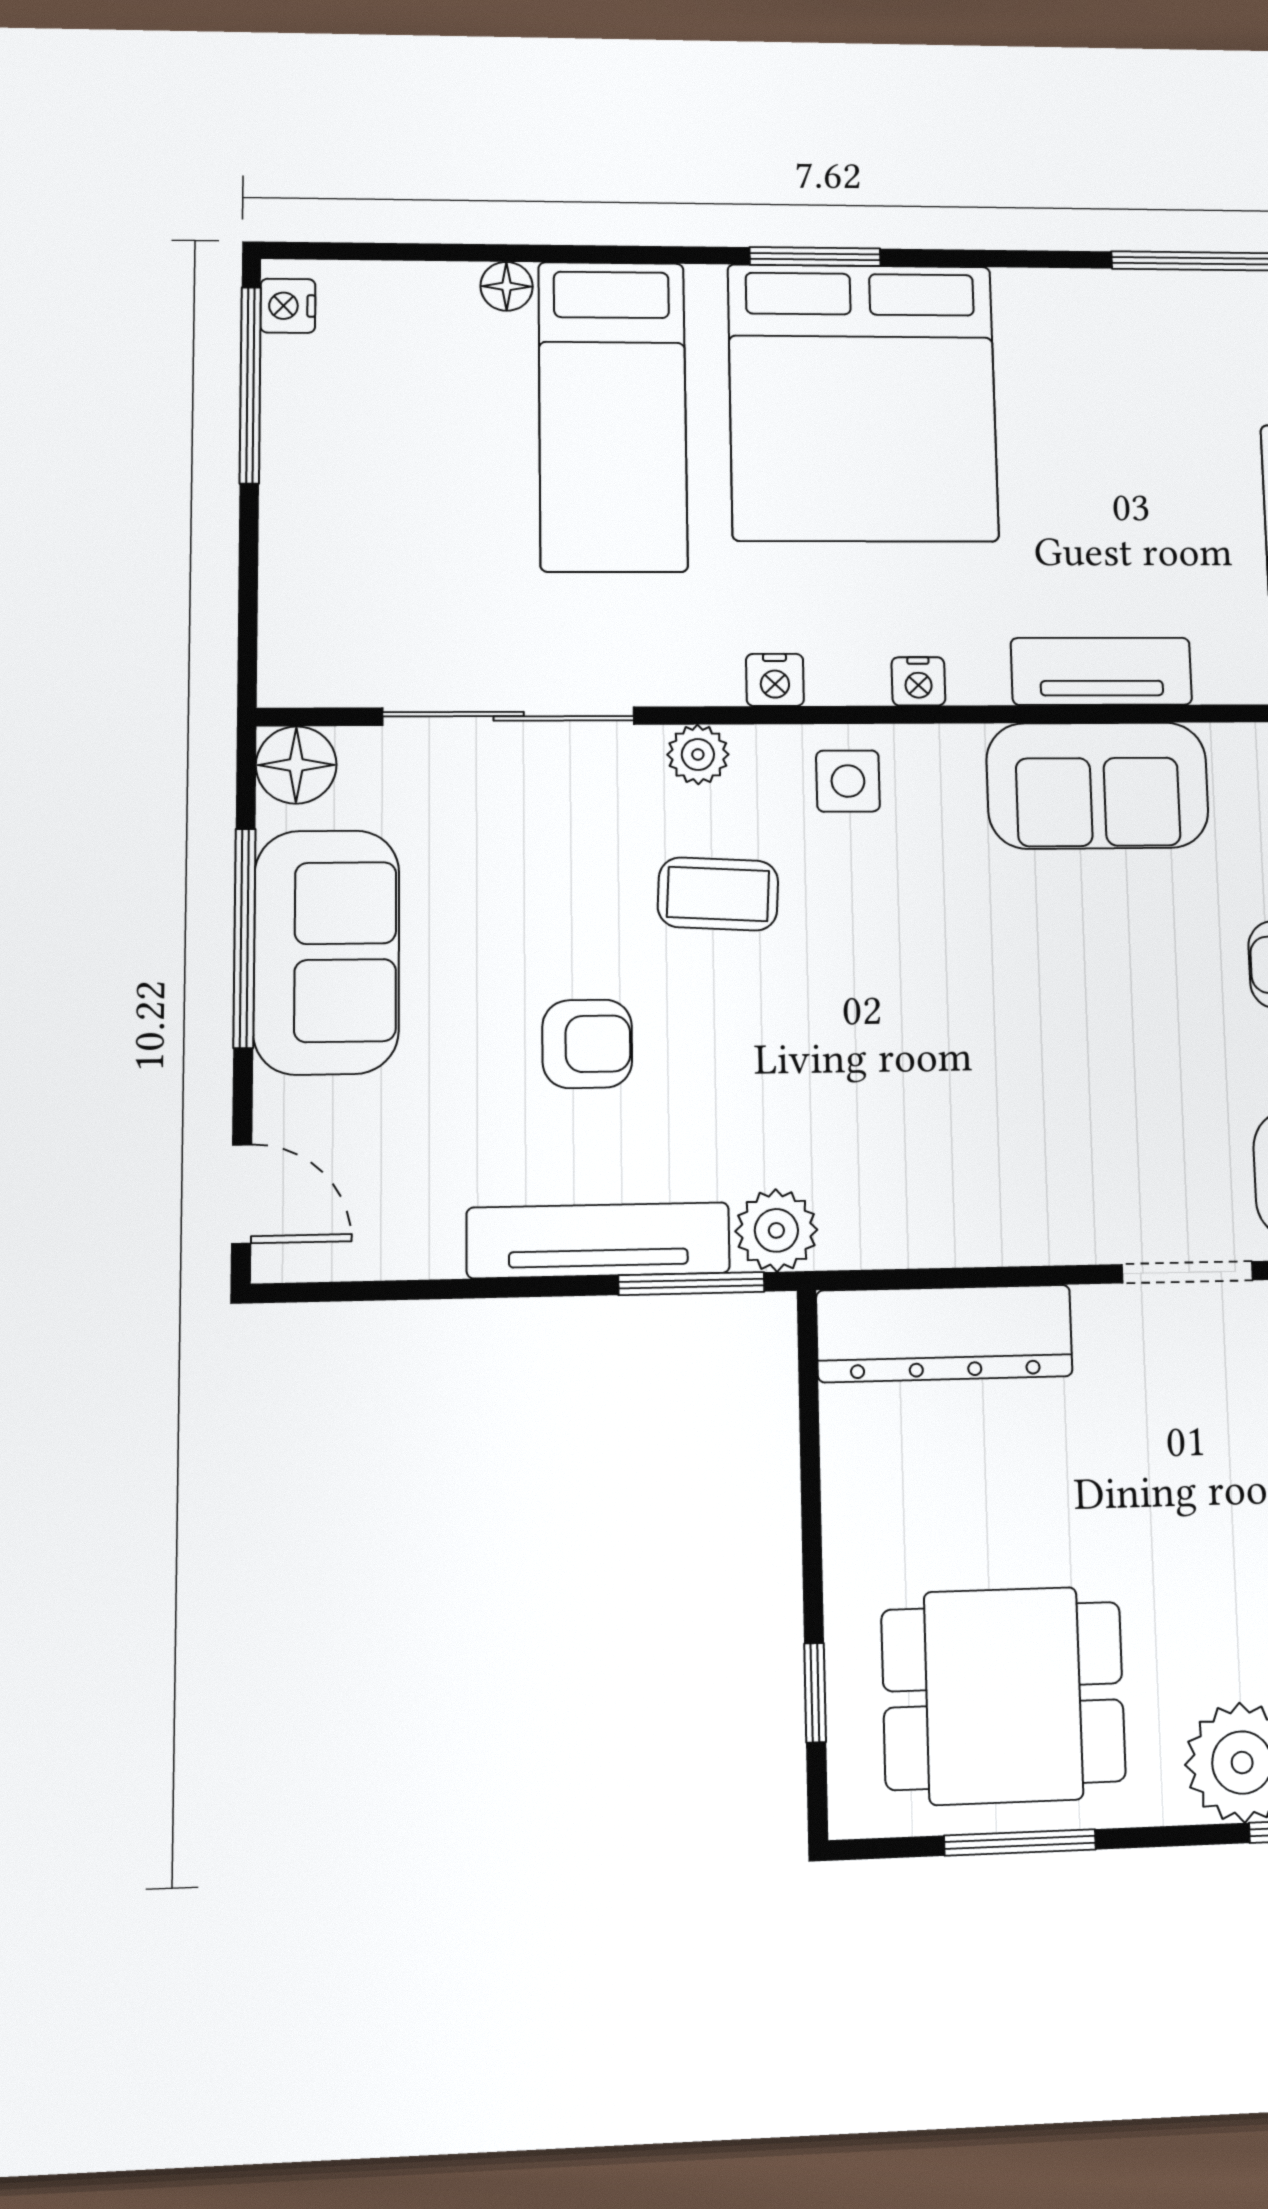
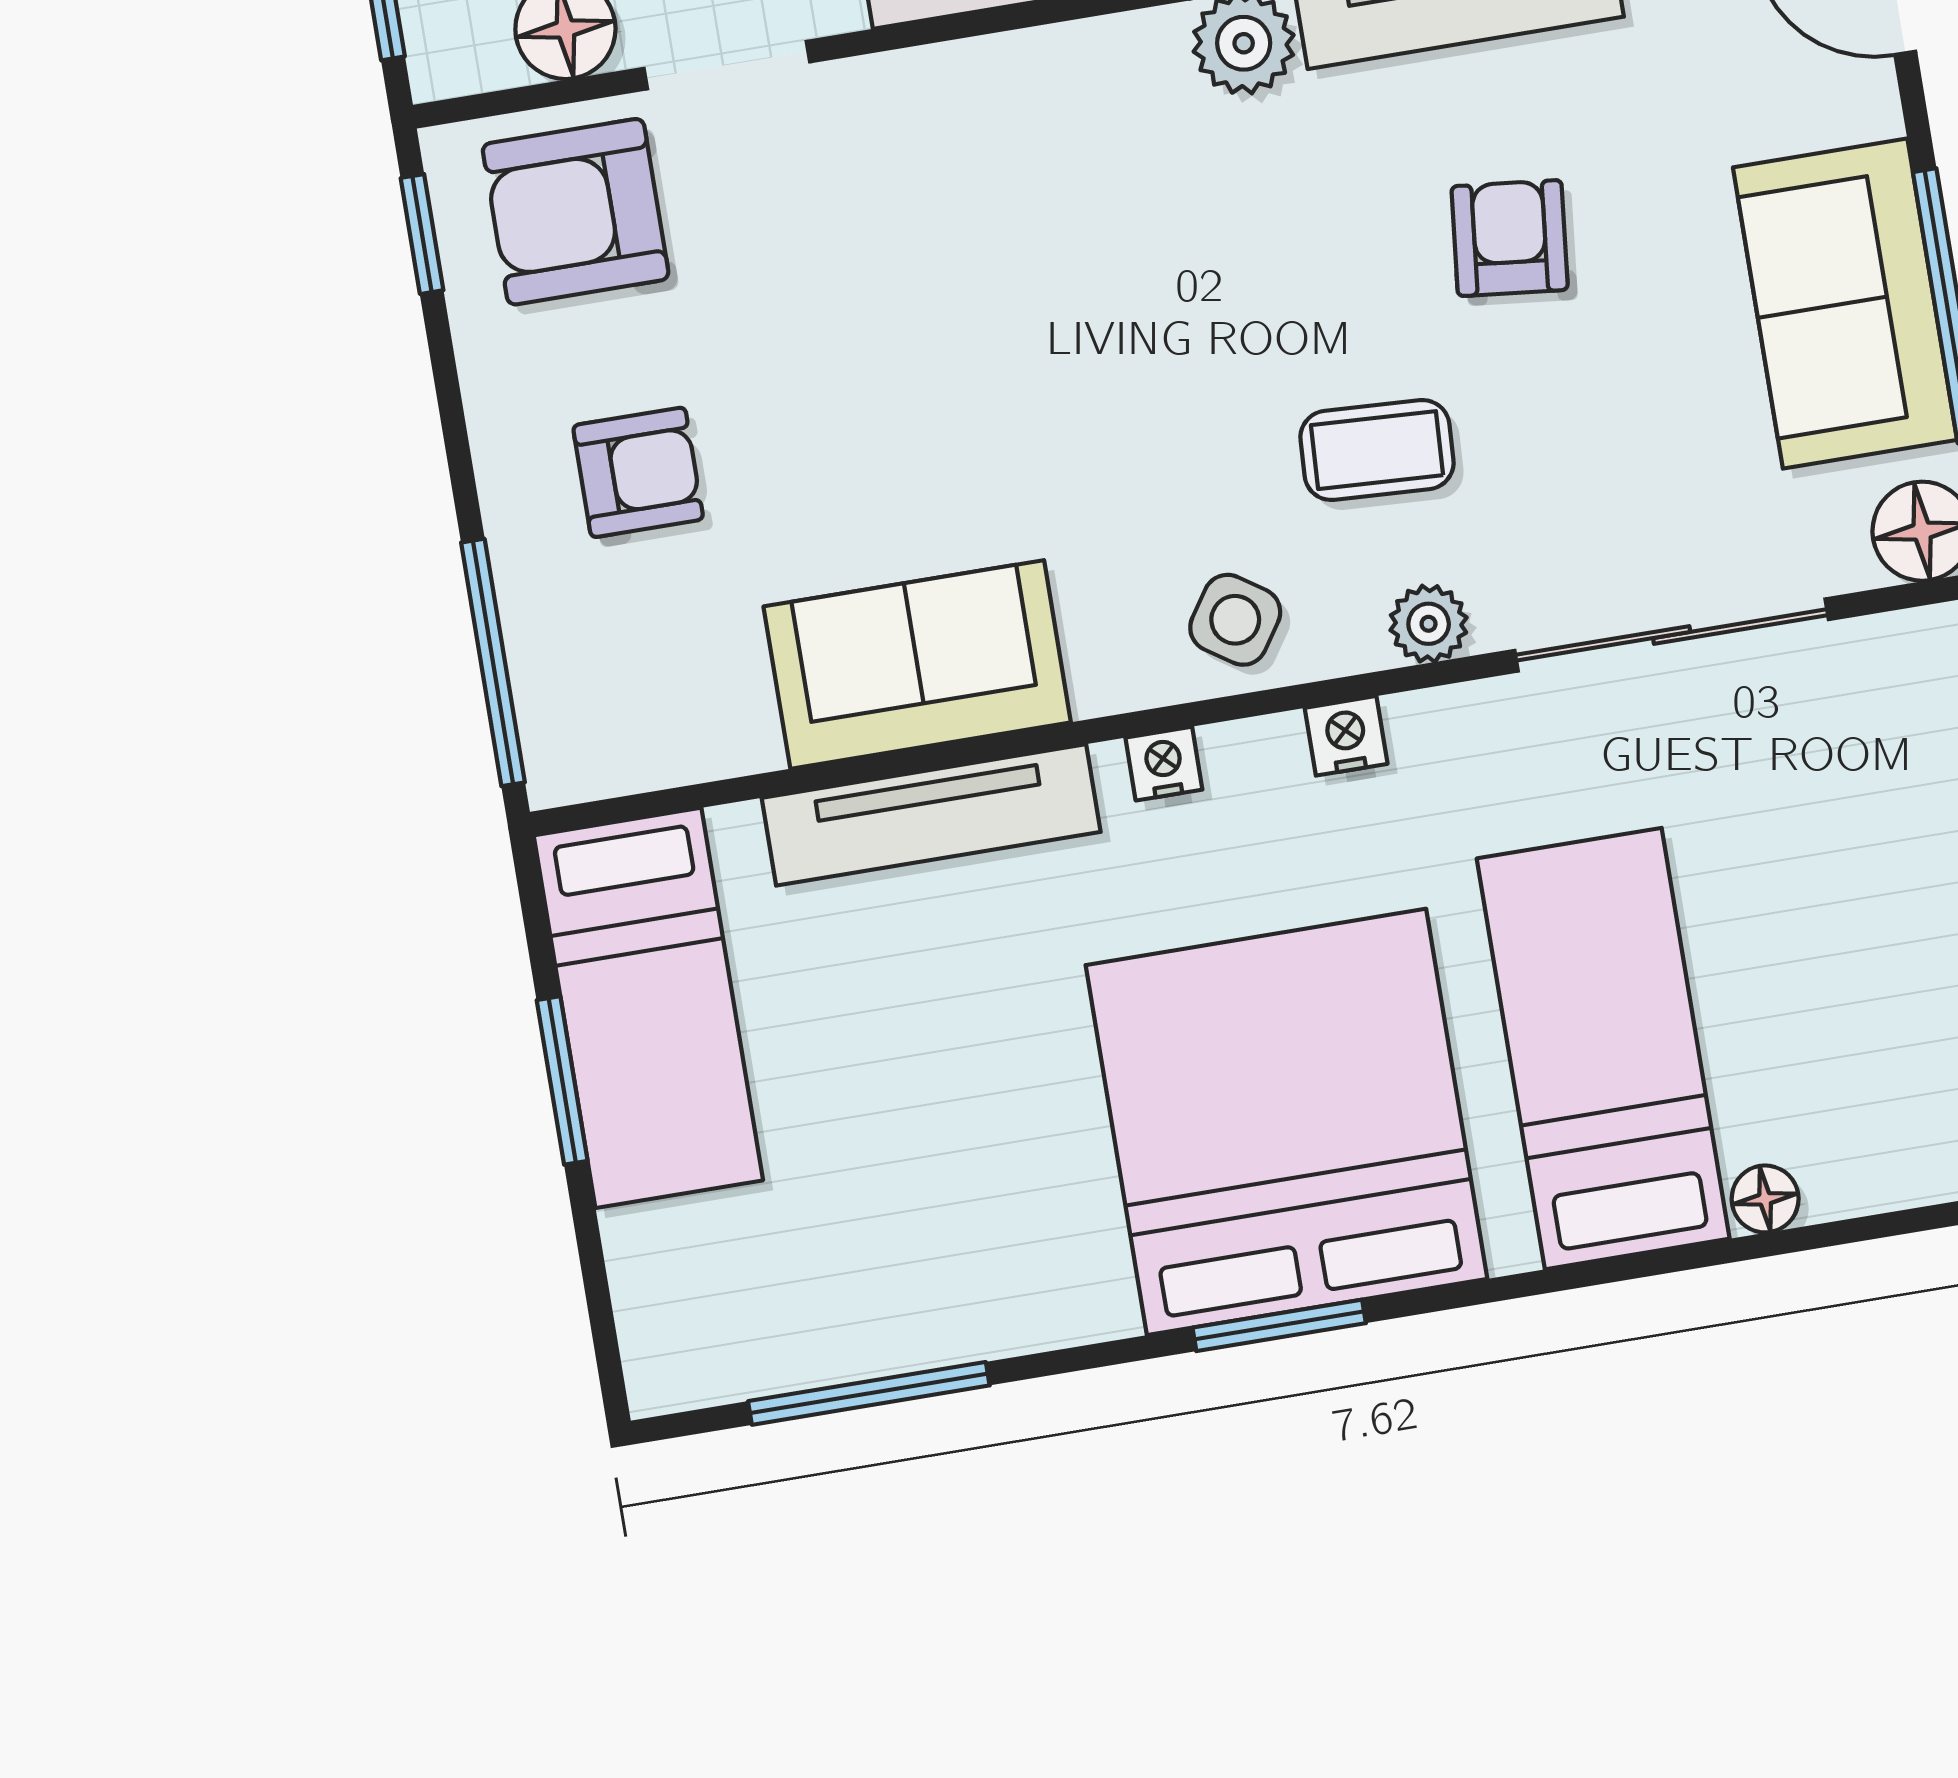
window: (815, 257) -> (1279, 1325), moved
tv unit: (1101, 671) -> (931, 815), width x1.41
side table: (848, 781) -> (1235, 620), turned 34
armchair: (587, 1044) -> (1510, 238), turned 96

